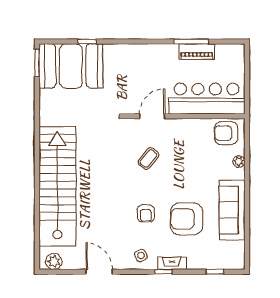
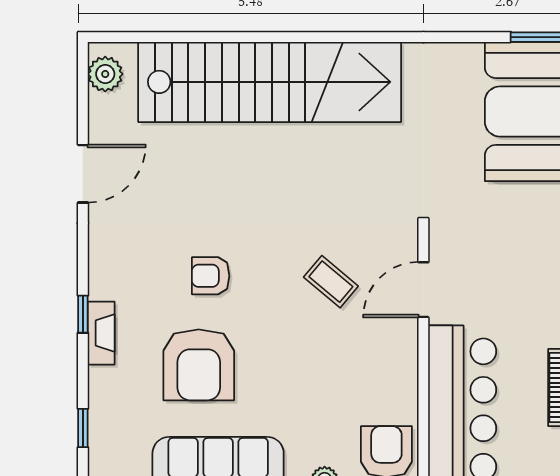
door: (152, 116) -> (423, 290), swing flipped
armchair: (186, 219) -> (199, 365), turned 180
side table: (141, 255) -> (118, 265), removed

